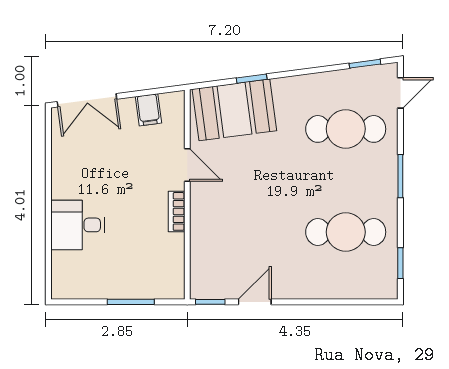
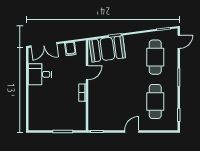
cafe table: (346, 129) -> (155, 57), turned 90
door: (187, 165) -> (87, 73), hinge flipped
desk: (78, 225) -> (40, 74), moved
cafe table: (346, 232) -> (155, 101), turned 90
door: (255, 302) -> (132, 132), moved

